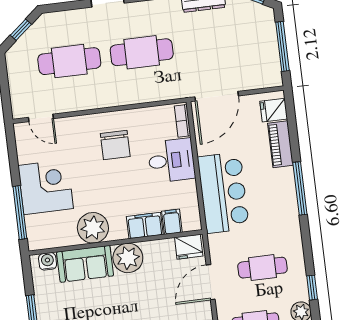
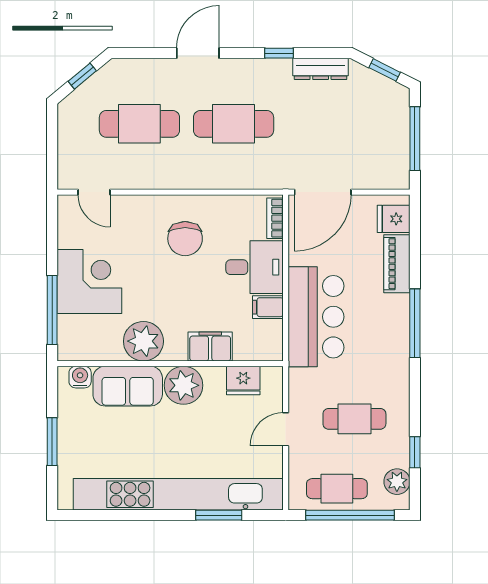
filing cabinet: (172, 222) -> (268, 307), moved, turned -90
fridge: (189, 247) -> (243, 380), moved
door: (211, 282) -> (286, 429), width x0.73

